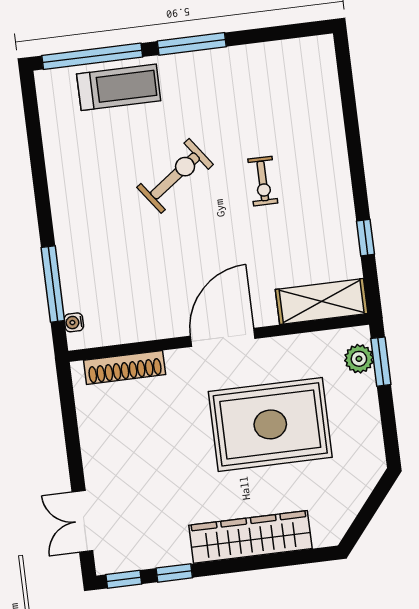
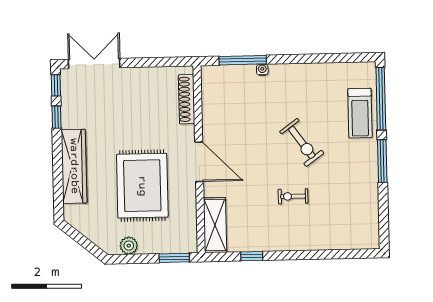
water cooler: (74, 322) -> (262, 70), moved
plant: (359, 359) -> (129, 246), moved
double door: (82, 521) -> (94, 64), width x1.37

